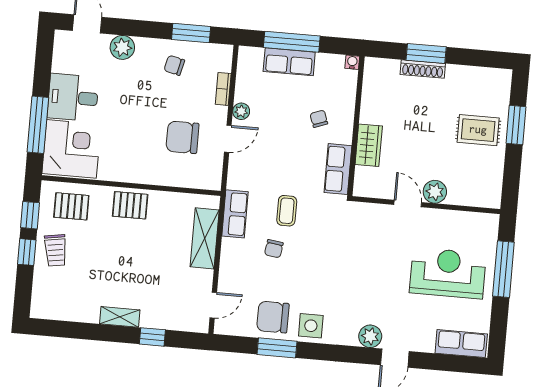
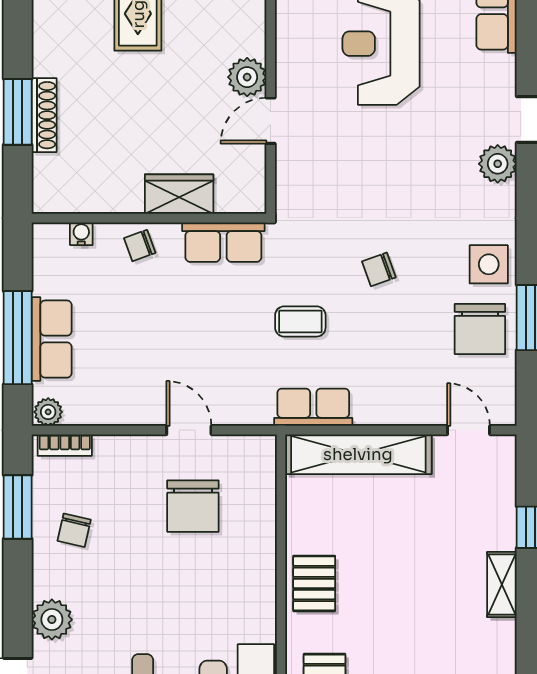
water cooler: (352, 62) -> (81, 234), moved, turned 90
bookcase: (223, 89) -> (65, 445), moved
plant: (241, 111) -> (48, 412), moved
chair: (319, 119) -> (140, 246), moved
shelving: (205, 238) -> (358, 454), width x1.47
chair: (274, 249) -> (379, 269), moved, turned 152

